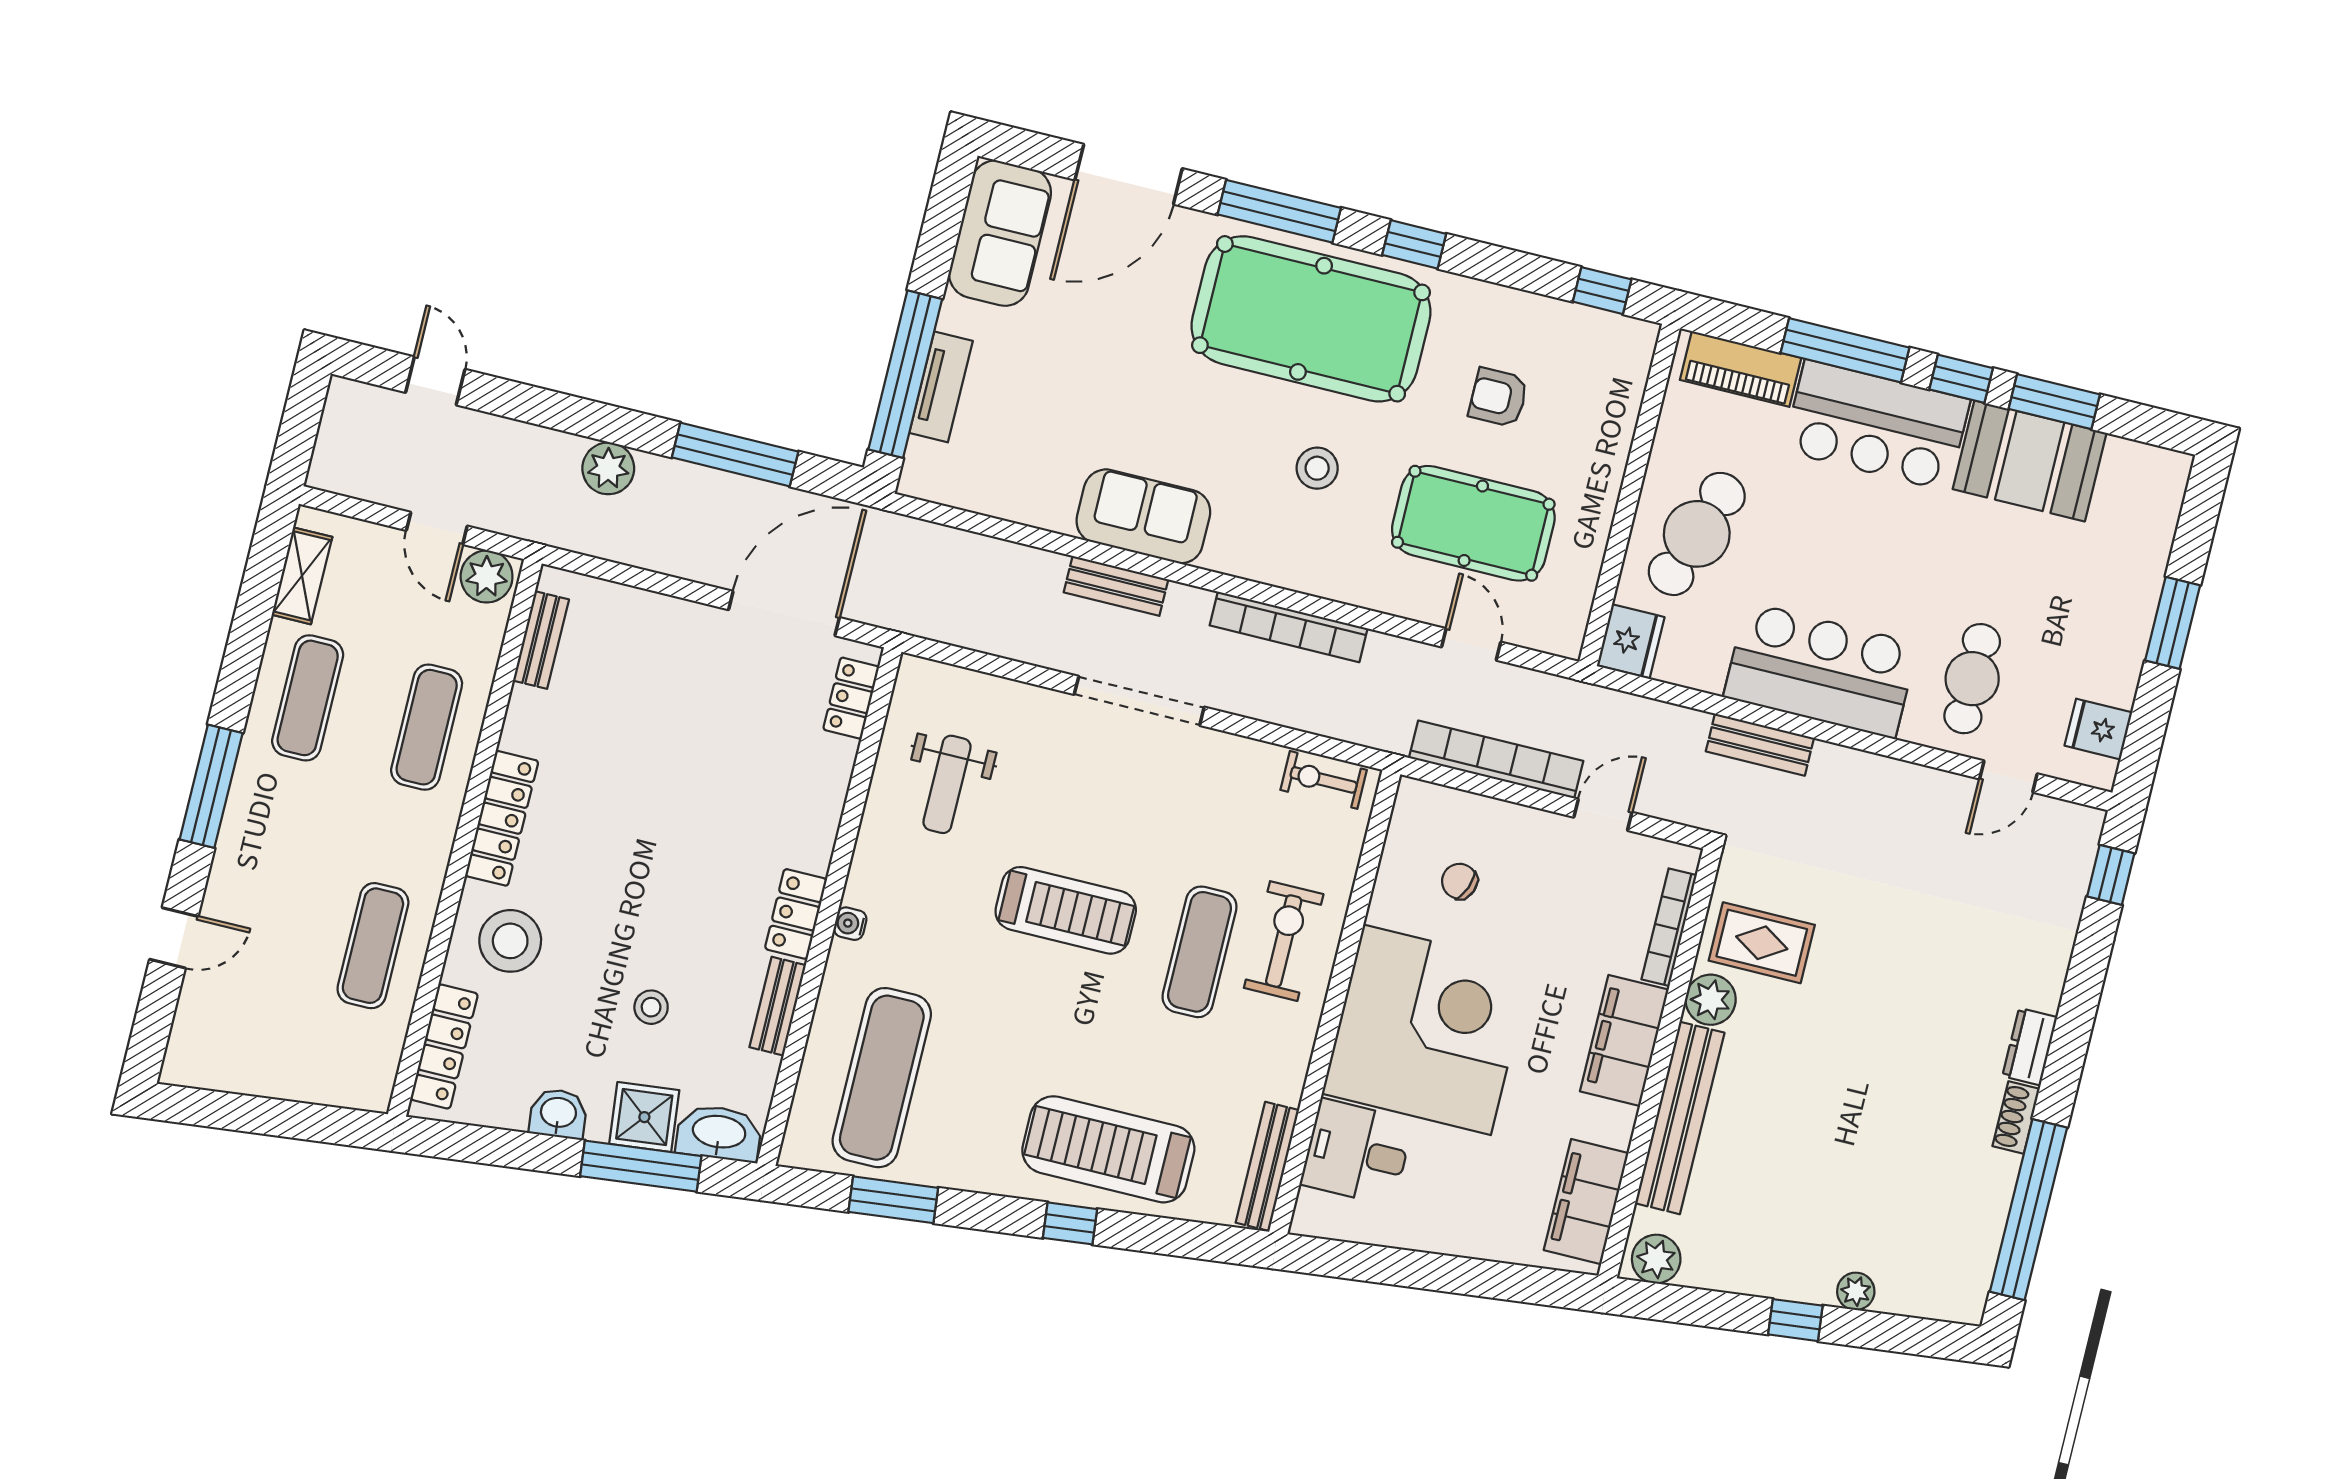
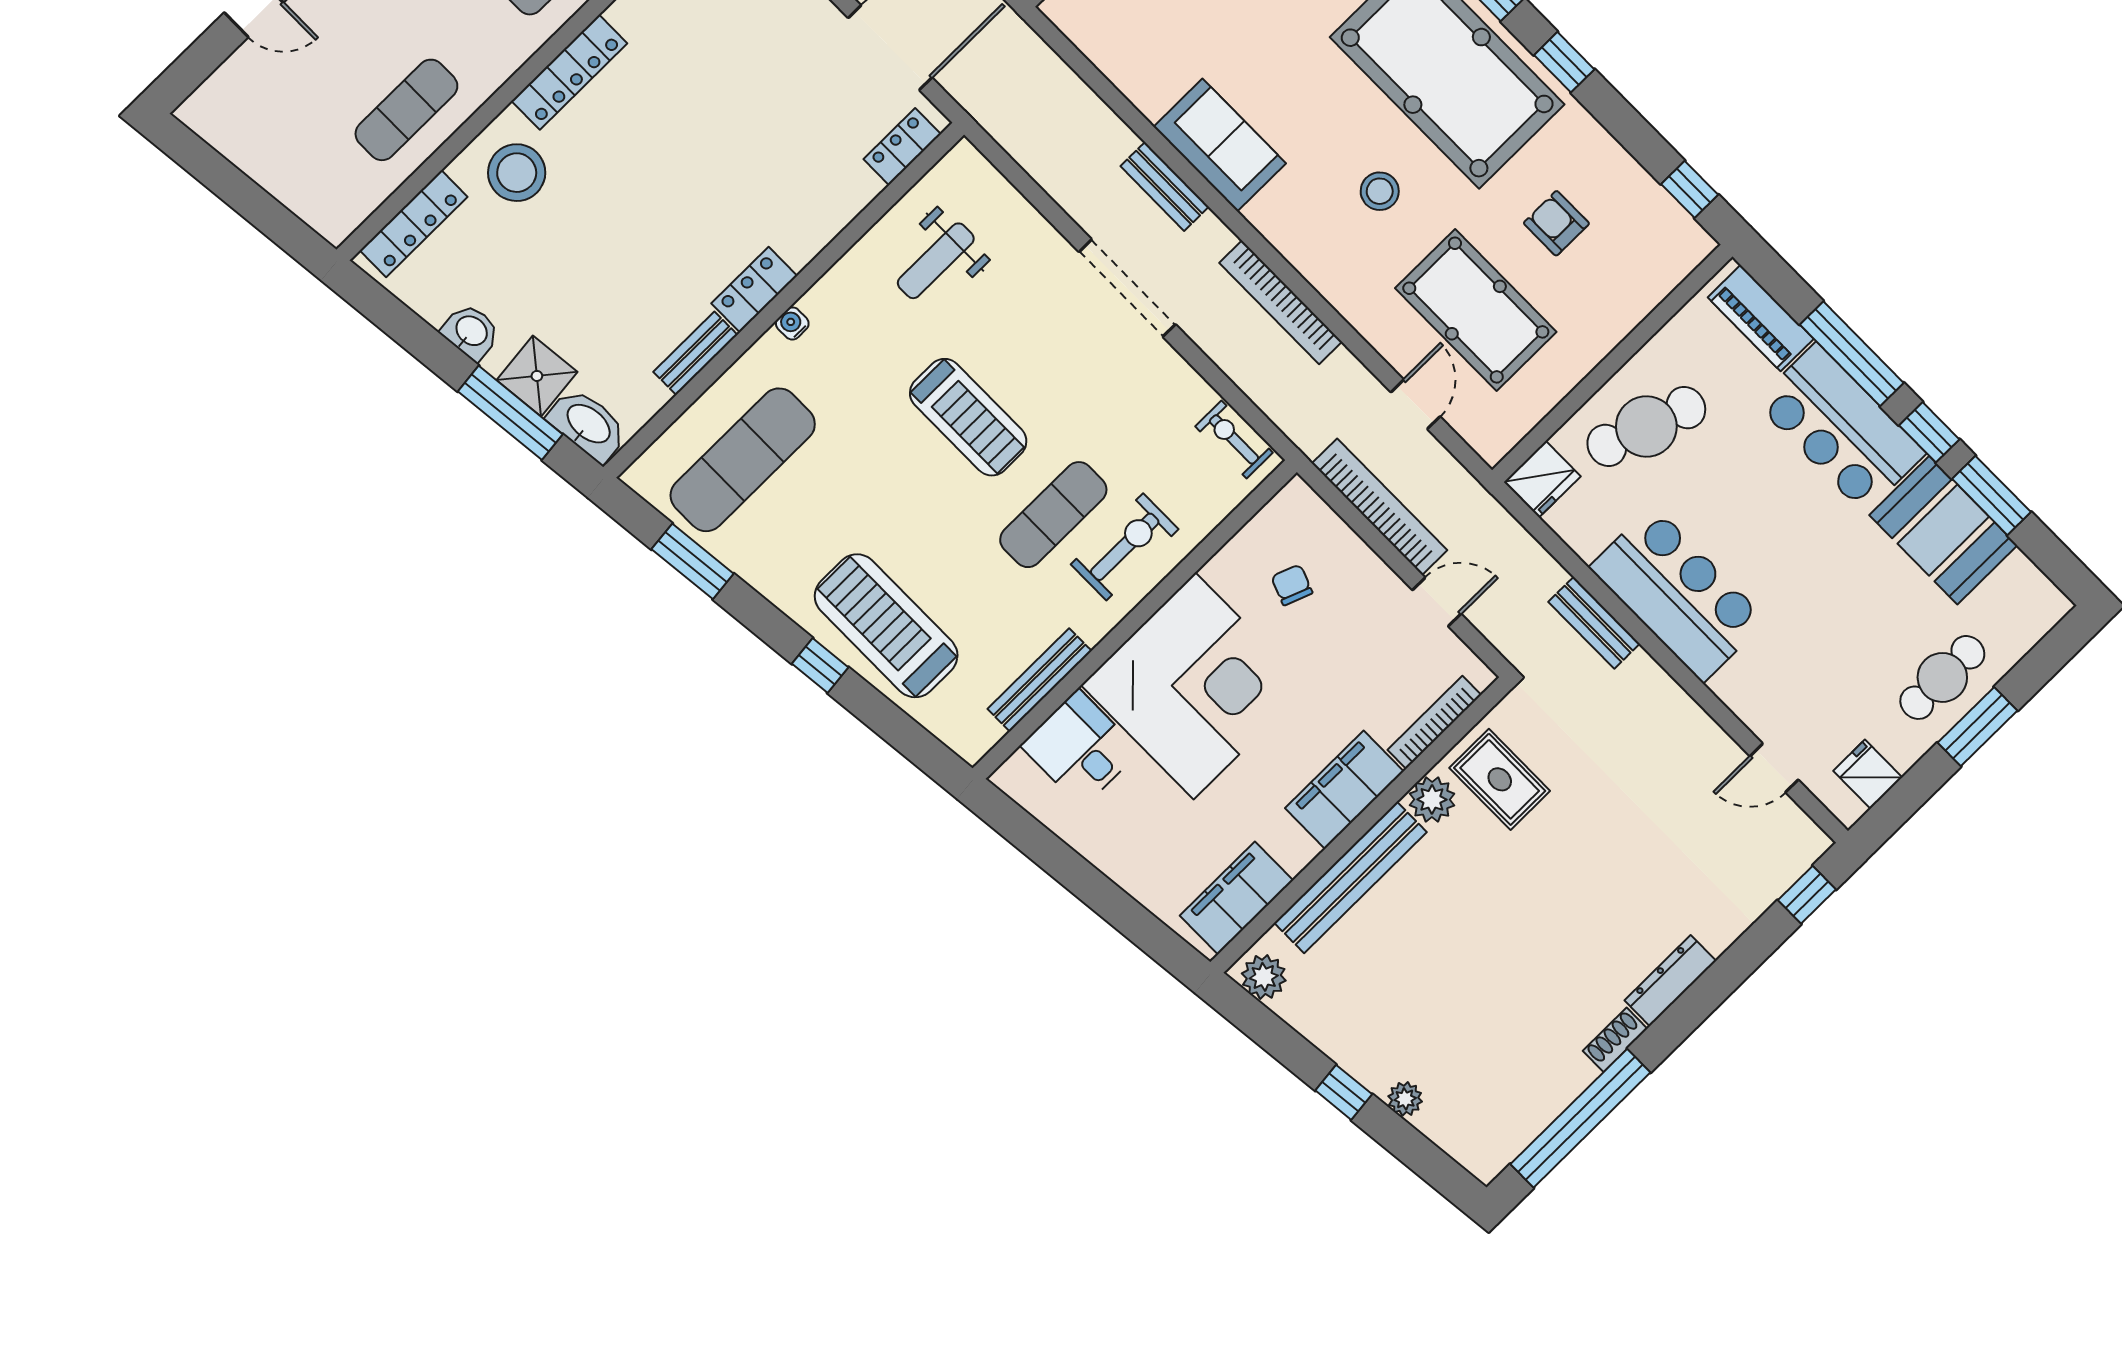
cafe table: (1972, 679) -> (1942, 677), moved
stool: (651, 1007) -> (595, 293), removed
dresser: (2030, 1047) -> (1670, 981), width x1.44
bench: (1267, 1166) -> (1040, 680), moved

